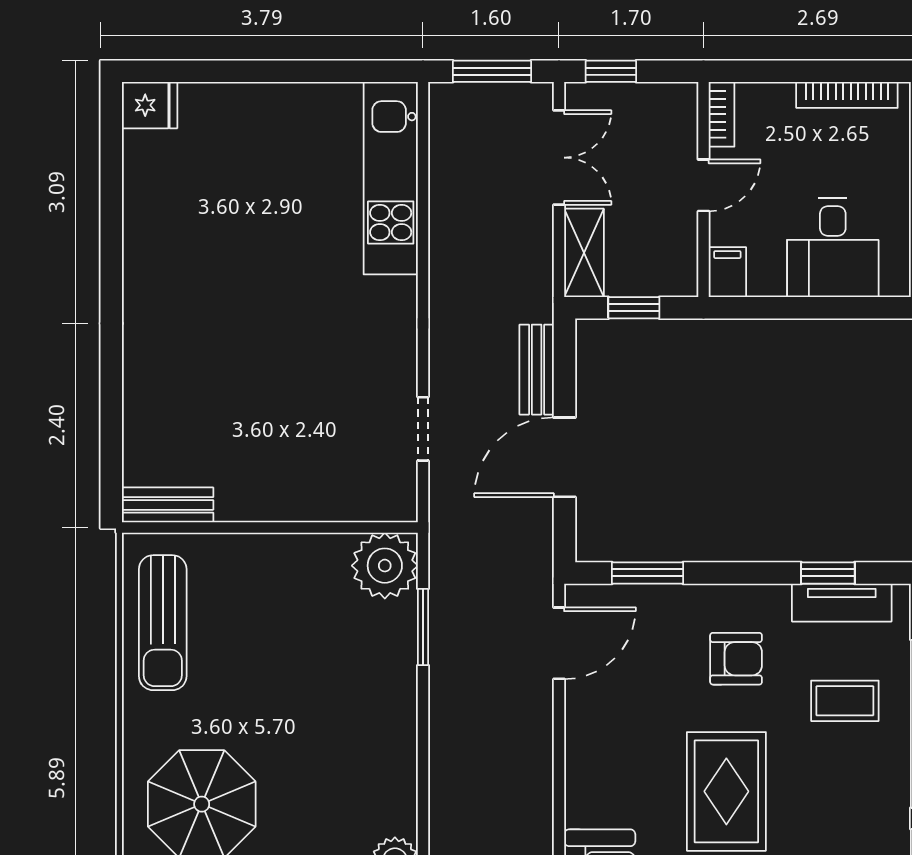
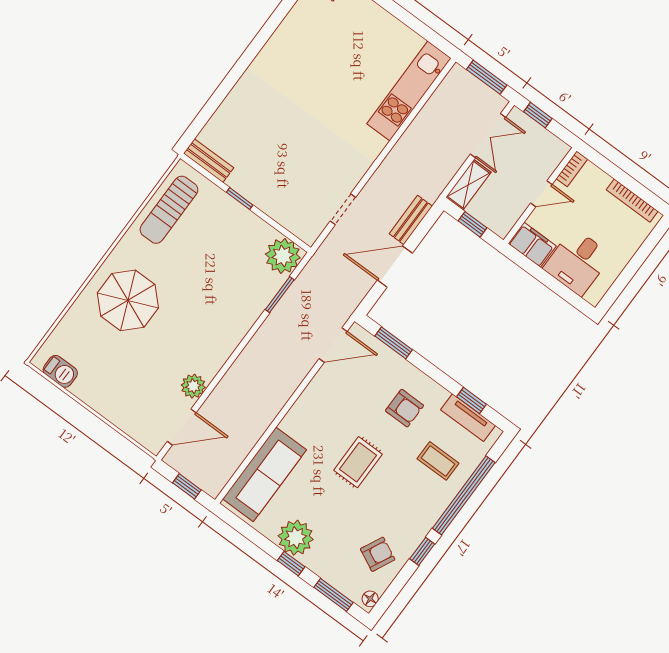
filing cabinet: (727, 272) -> (532, 245), width x2.00
window: (256, 527) -> (240, 199), added
rug: (726, 791) -> (358, 462), width x0.73, depth x0.70

